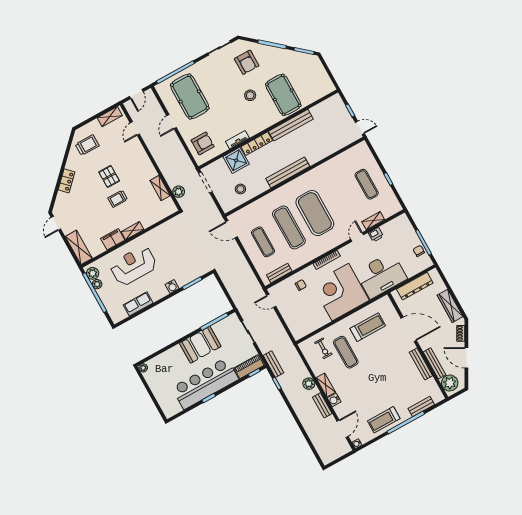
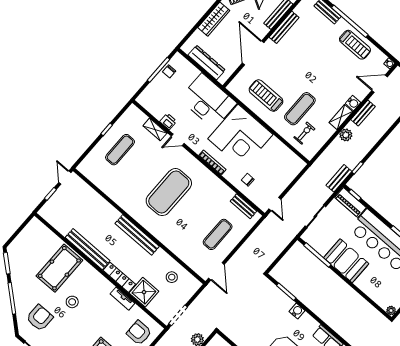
exercise mat: (289, 227) -> (193, 213), removed

